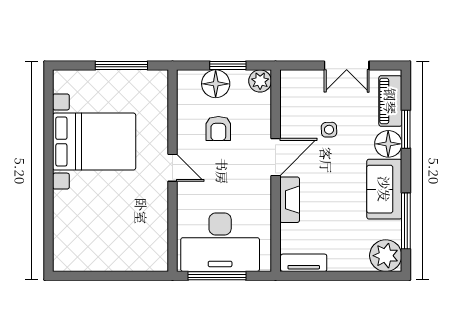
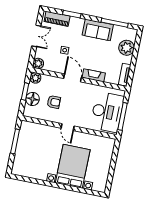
plant: (291, 81) -> (38, 63), added
bed with nightstands: (94, 142) -> (73, 166), moved
floor lamp: (388, 144) -> (77, 24), removed
door: (173, 168) -> (68, 127), swing flipped
plant: (386, 256) -> (127, 48), moved

